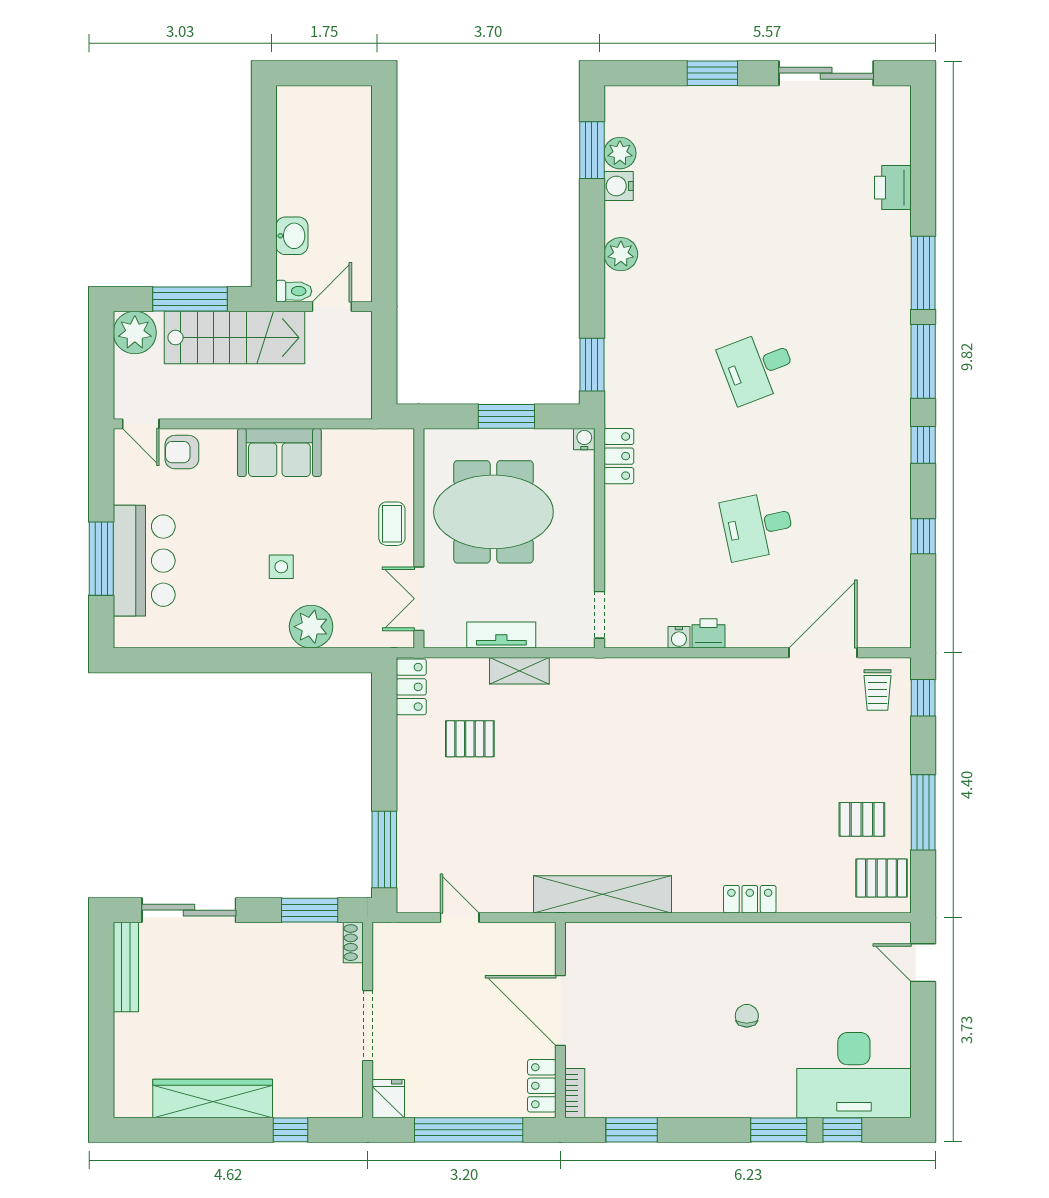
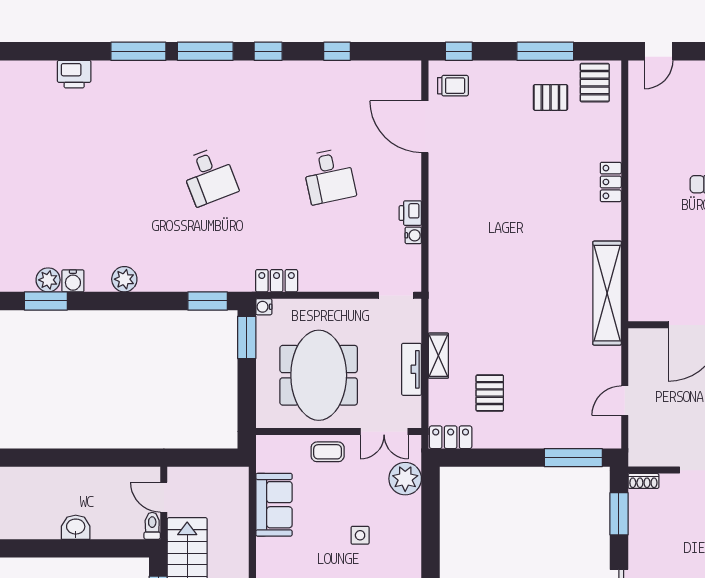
washbasin: (292, 236) -> (76, 527), moved
window: (506, 416) -> (247, 337), moved
sofa: (279, 453) -> (274, 505), moved
plant: (311, 627) -> (405, 479), moved
pallet: (862, 819) -> (550, 97), turned 90

